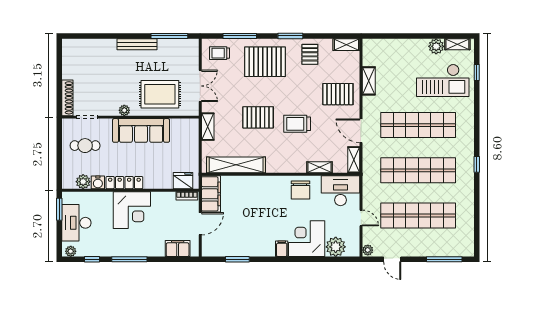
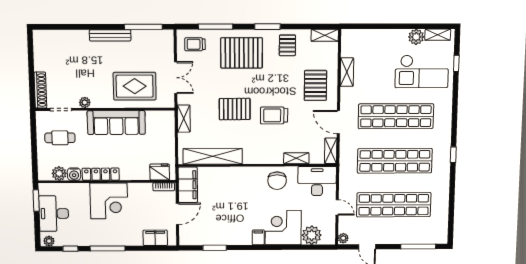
pallet: (338, 94) -> (315, 85), turned 90
plant: (124, 110) -> (85, 102), moved

